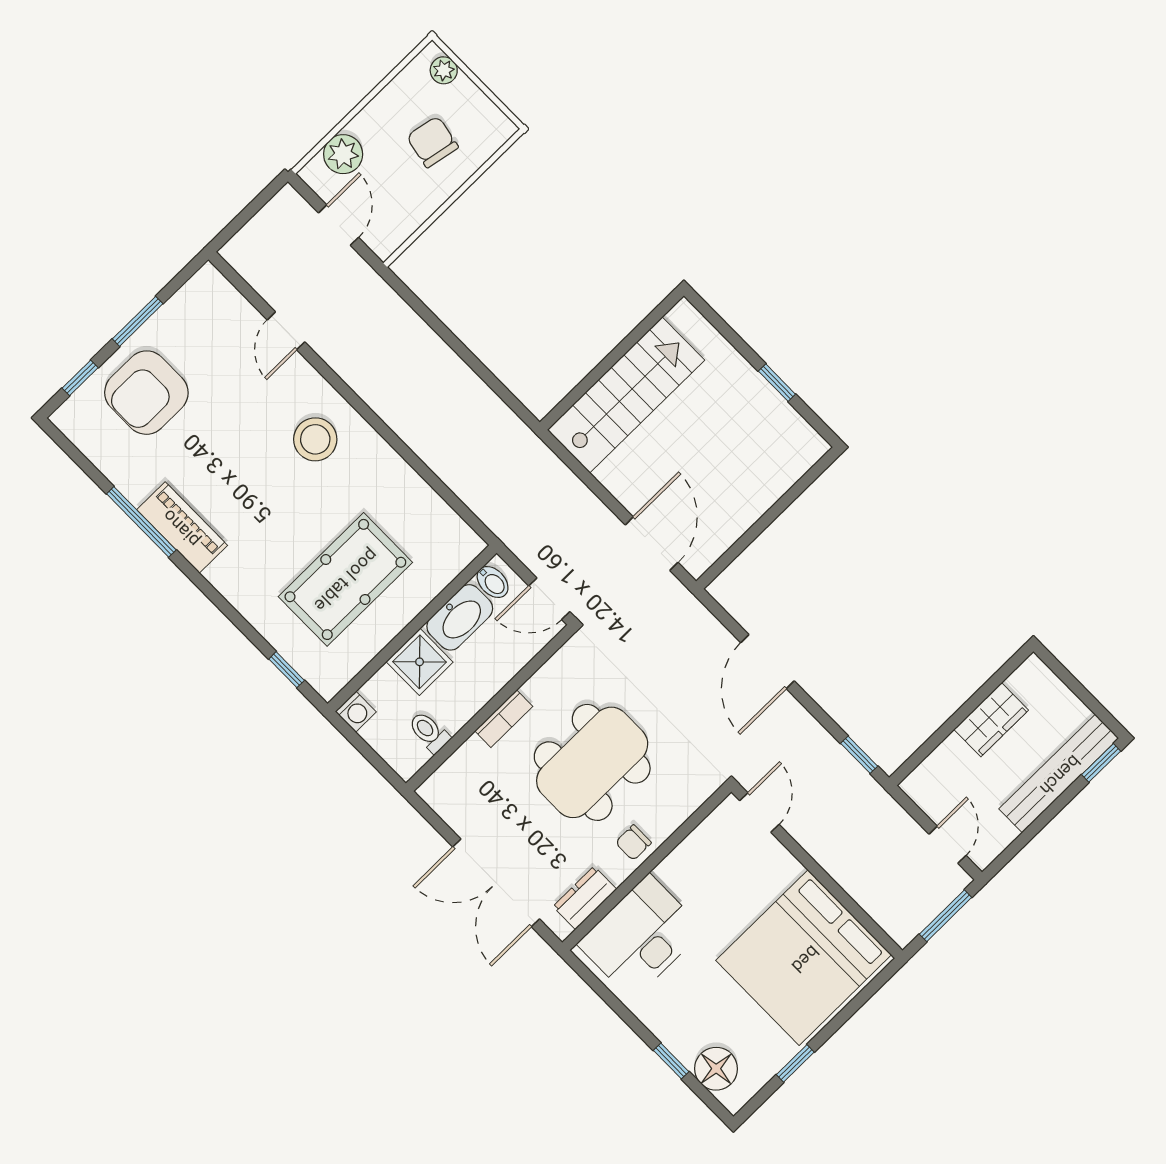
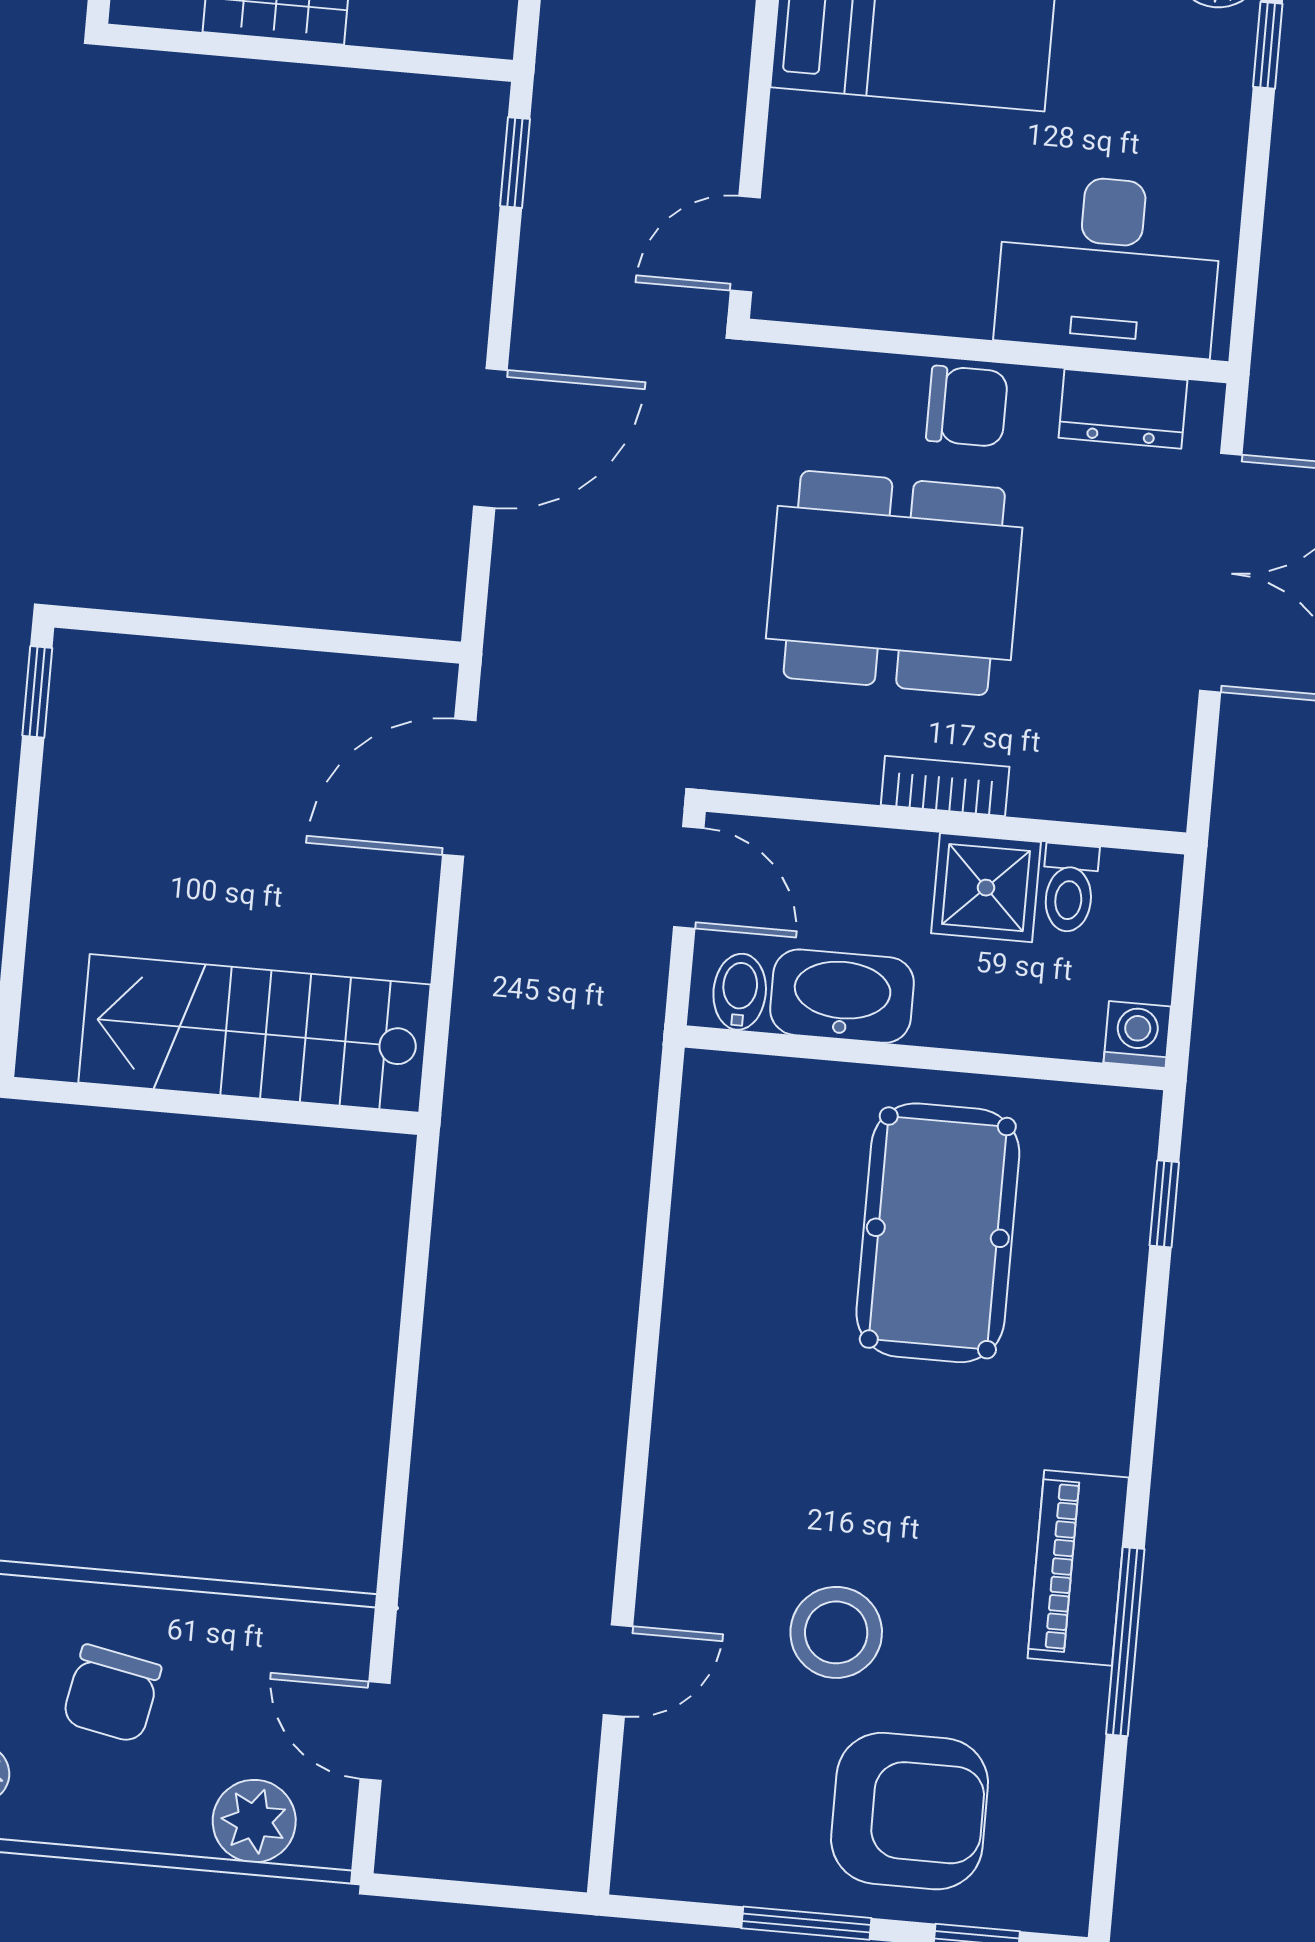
door: (339, 225) -> (375, 1731), hinge flipped
window: (777, 383) -> (37, 692), moved
stool: (315, 439) -> (836, 1632), moved
pool table: (345, 579) -> (938, 1233), turned 90
shower: (420, 662) -> (986, 888), moved
chair: (633, 843) -> (967, 406), width x1.37, depth x1.37

